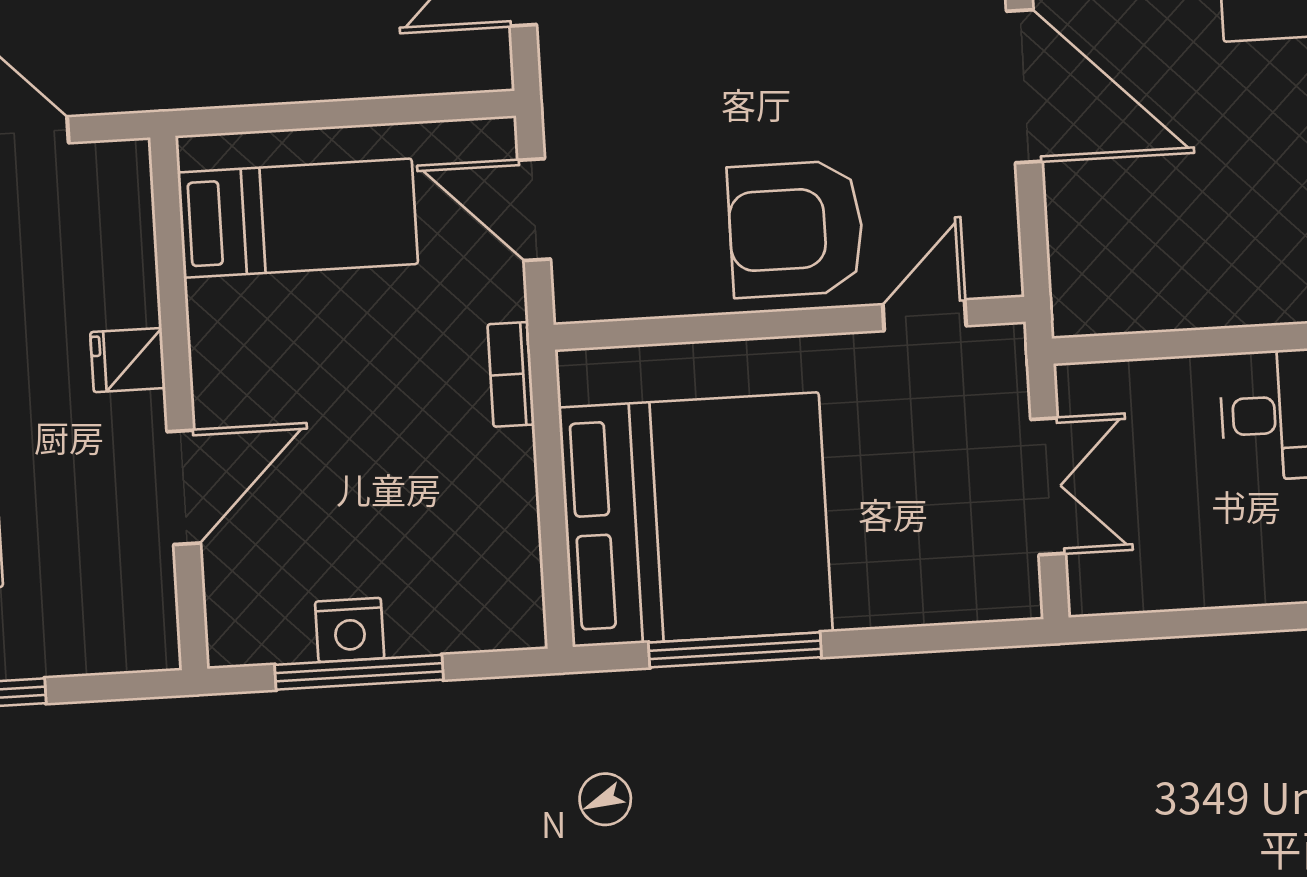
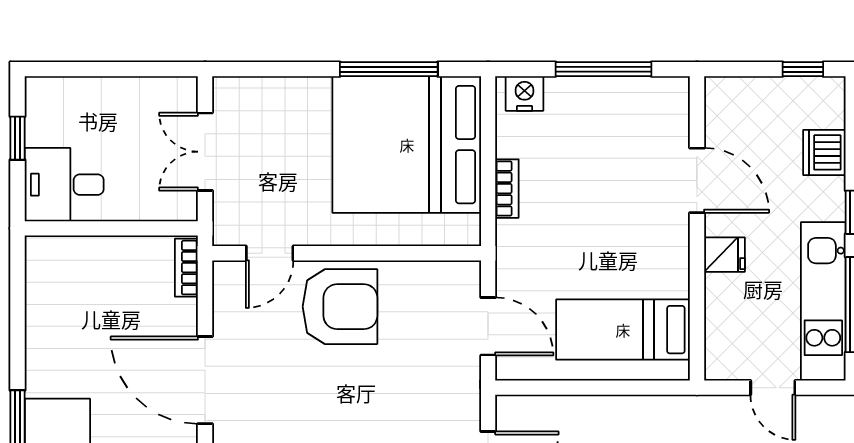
bookcase: (1069, 281) -> (186, 268), added
bookcase: (511, 374) -> (507, 189), moved
door: (184, 487) -> (697, 180), swing flipped
nightstand: (350, 630) -> (524, 94), moved

